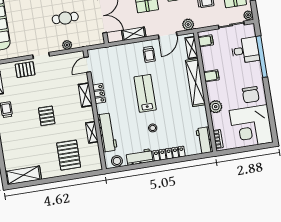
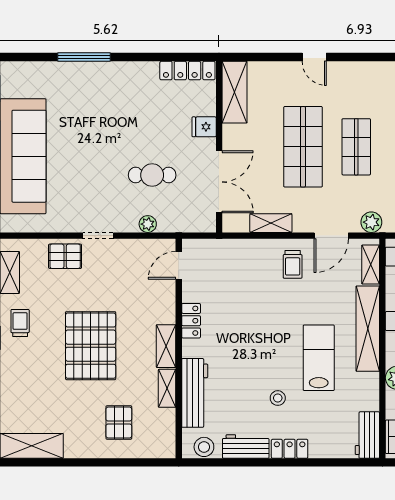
lab bench: (145, 93) -> (319, 358), moved
shelving: (85, 95) -> (166, 346), moved
pallet: (47, 116) -> (91, 346), width x2.05, depth x2.00
locker: (169, 154) -> (290, 449), width x0.66
pallet: (69, 155) -> (119, 422), width x0.67, depth x0.71

